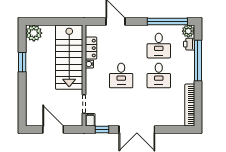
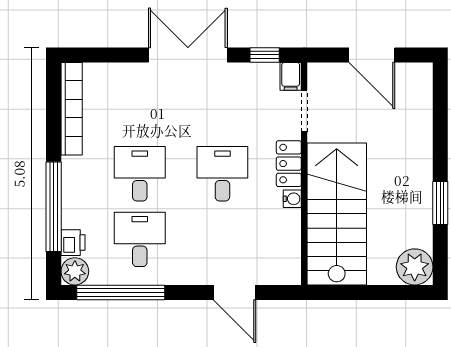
locker: (91, 48) -> (289, 164), moved

